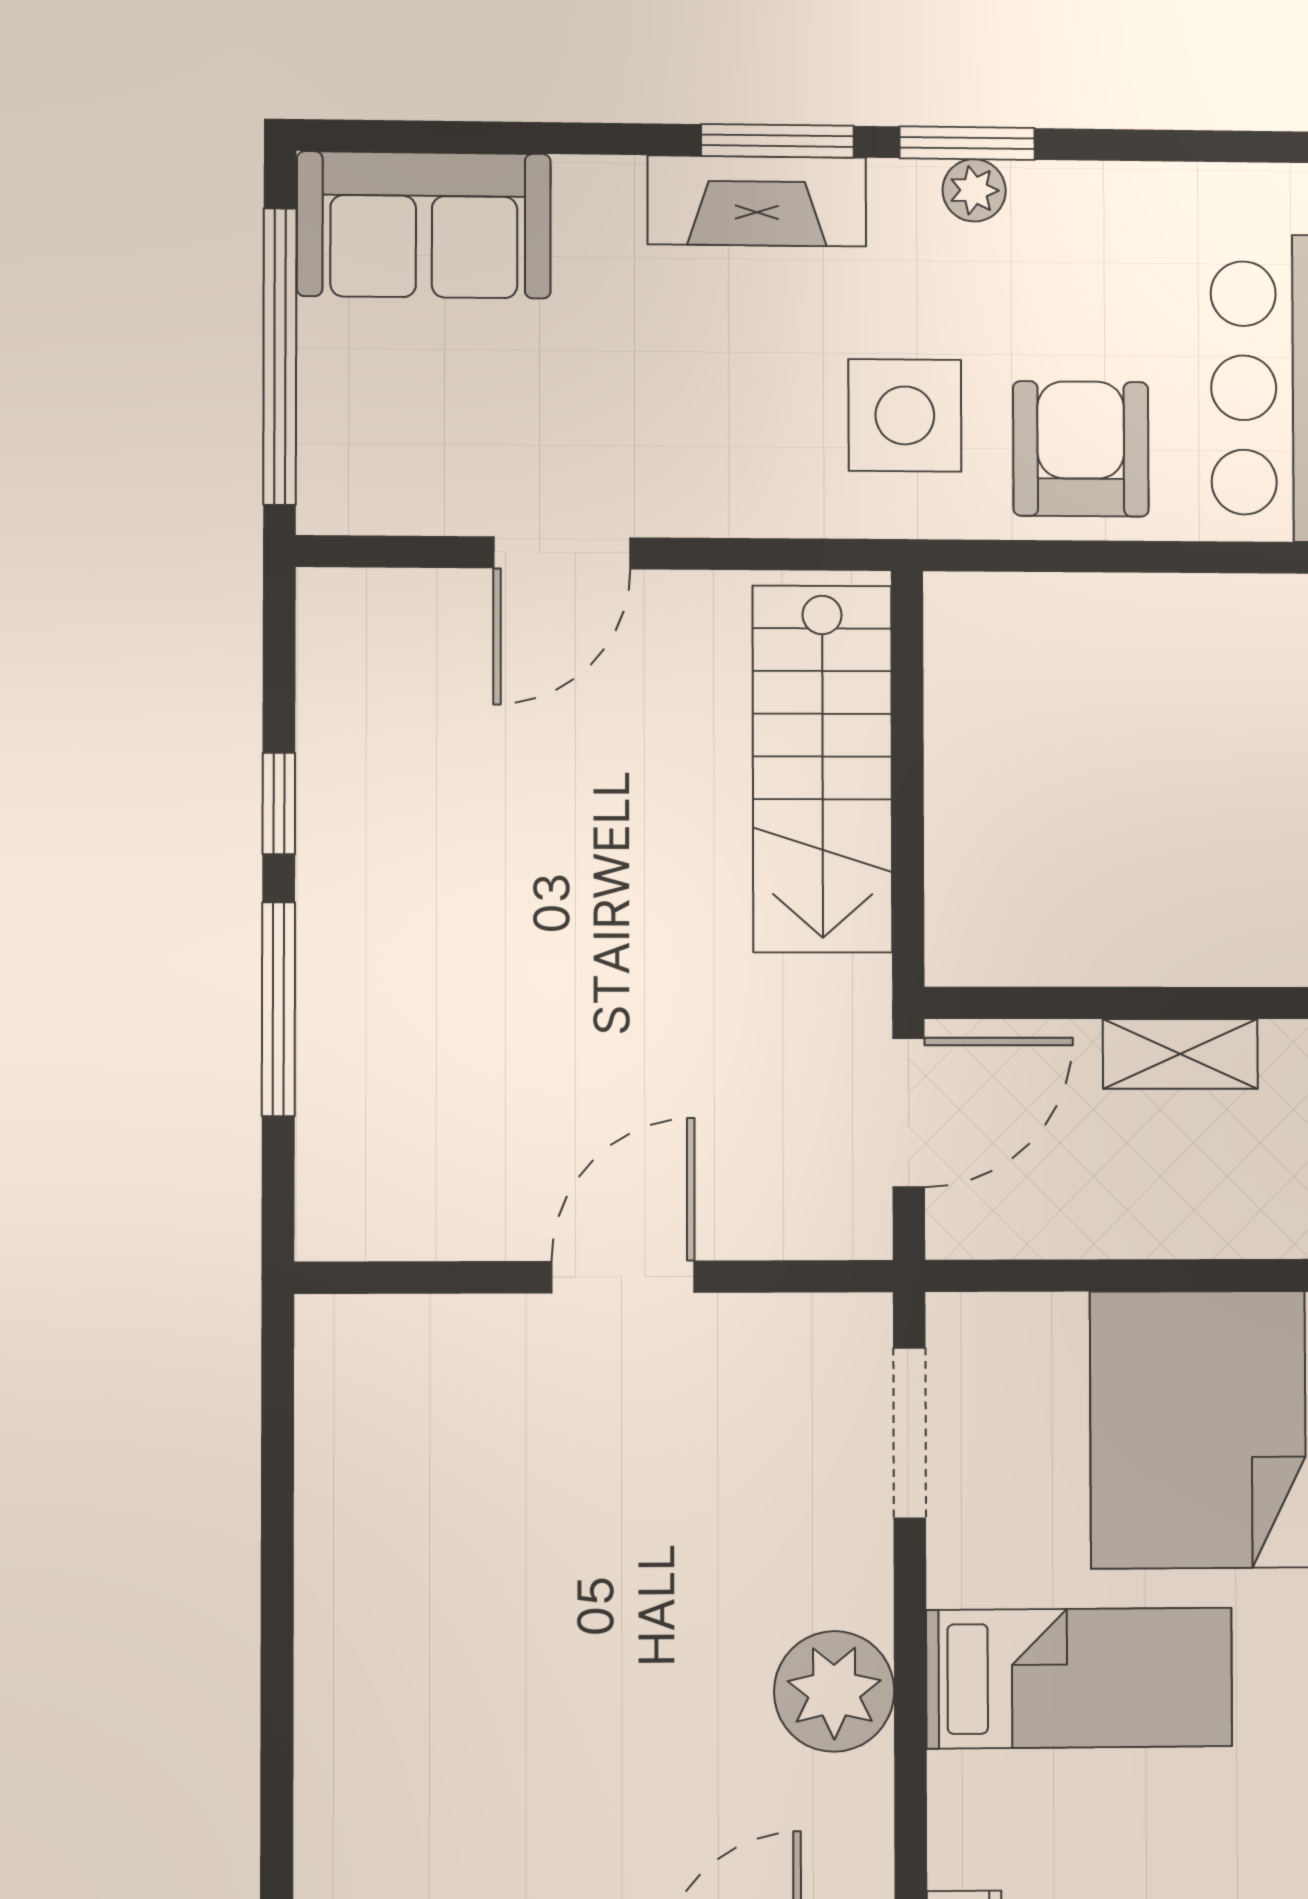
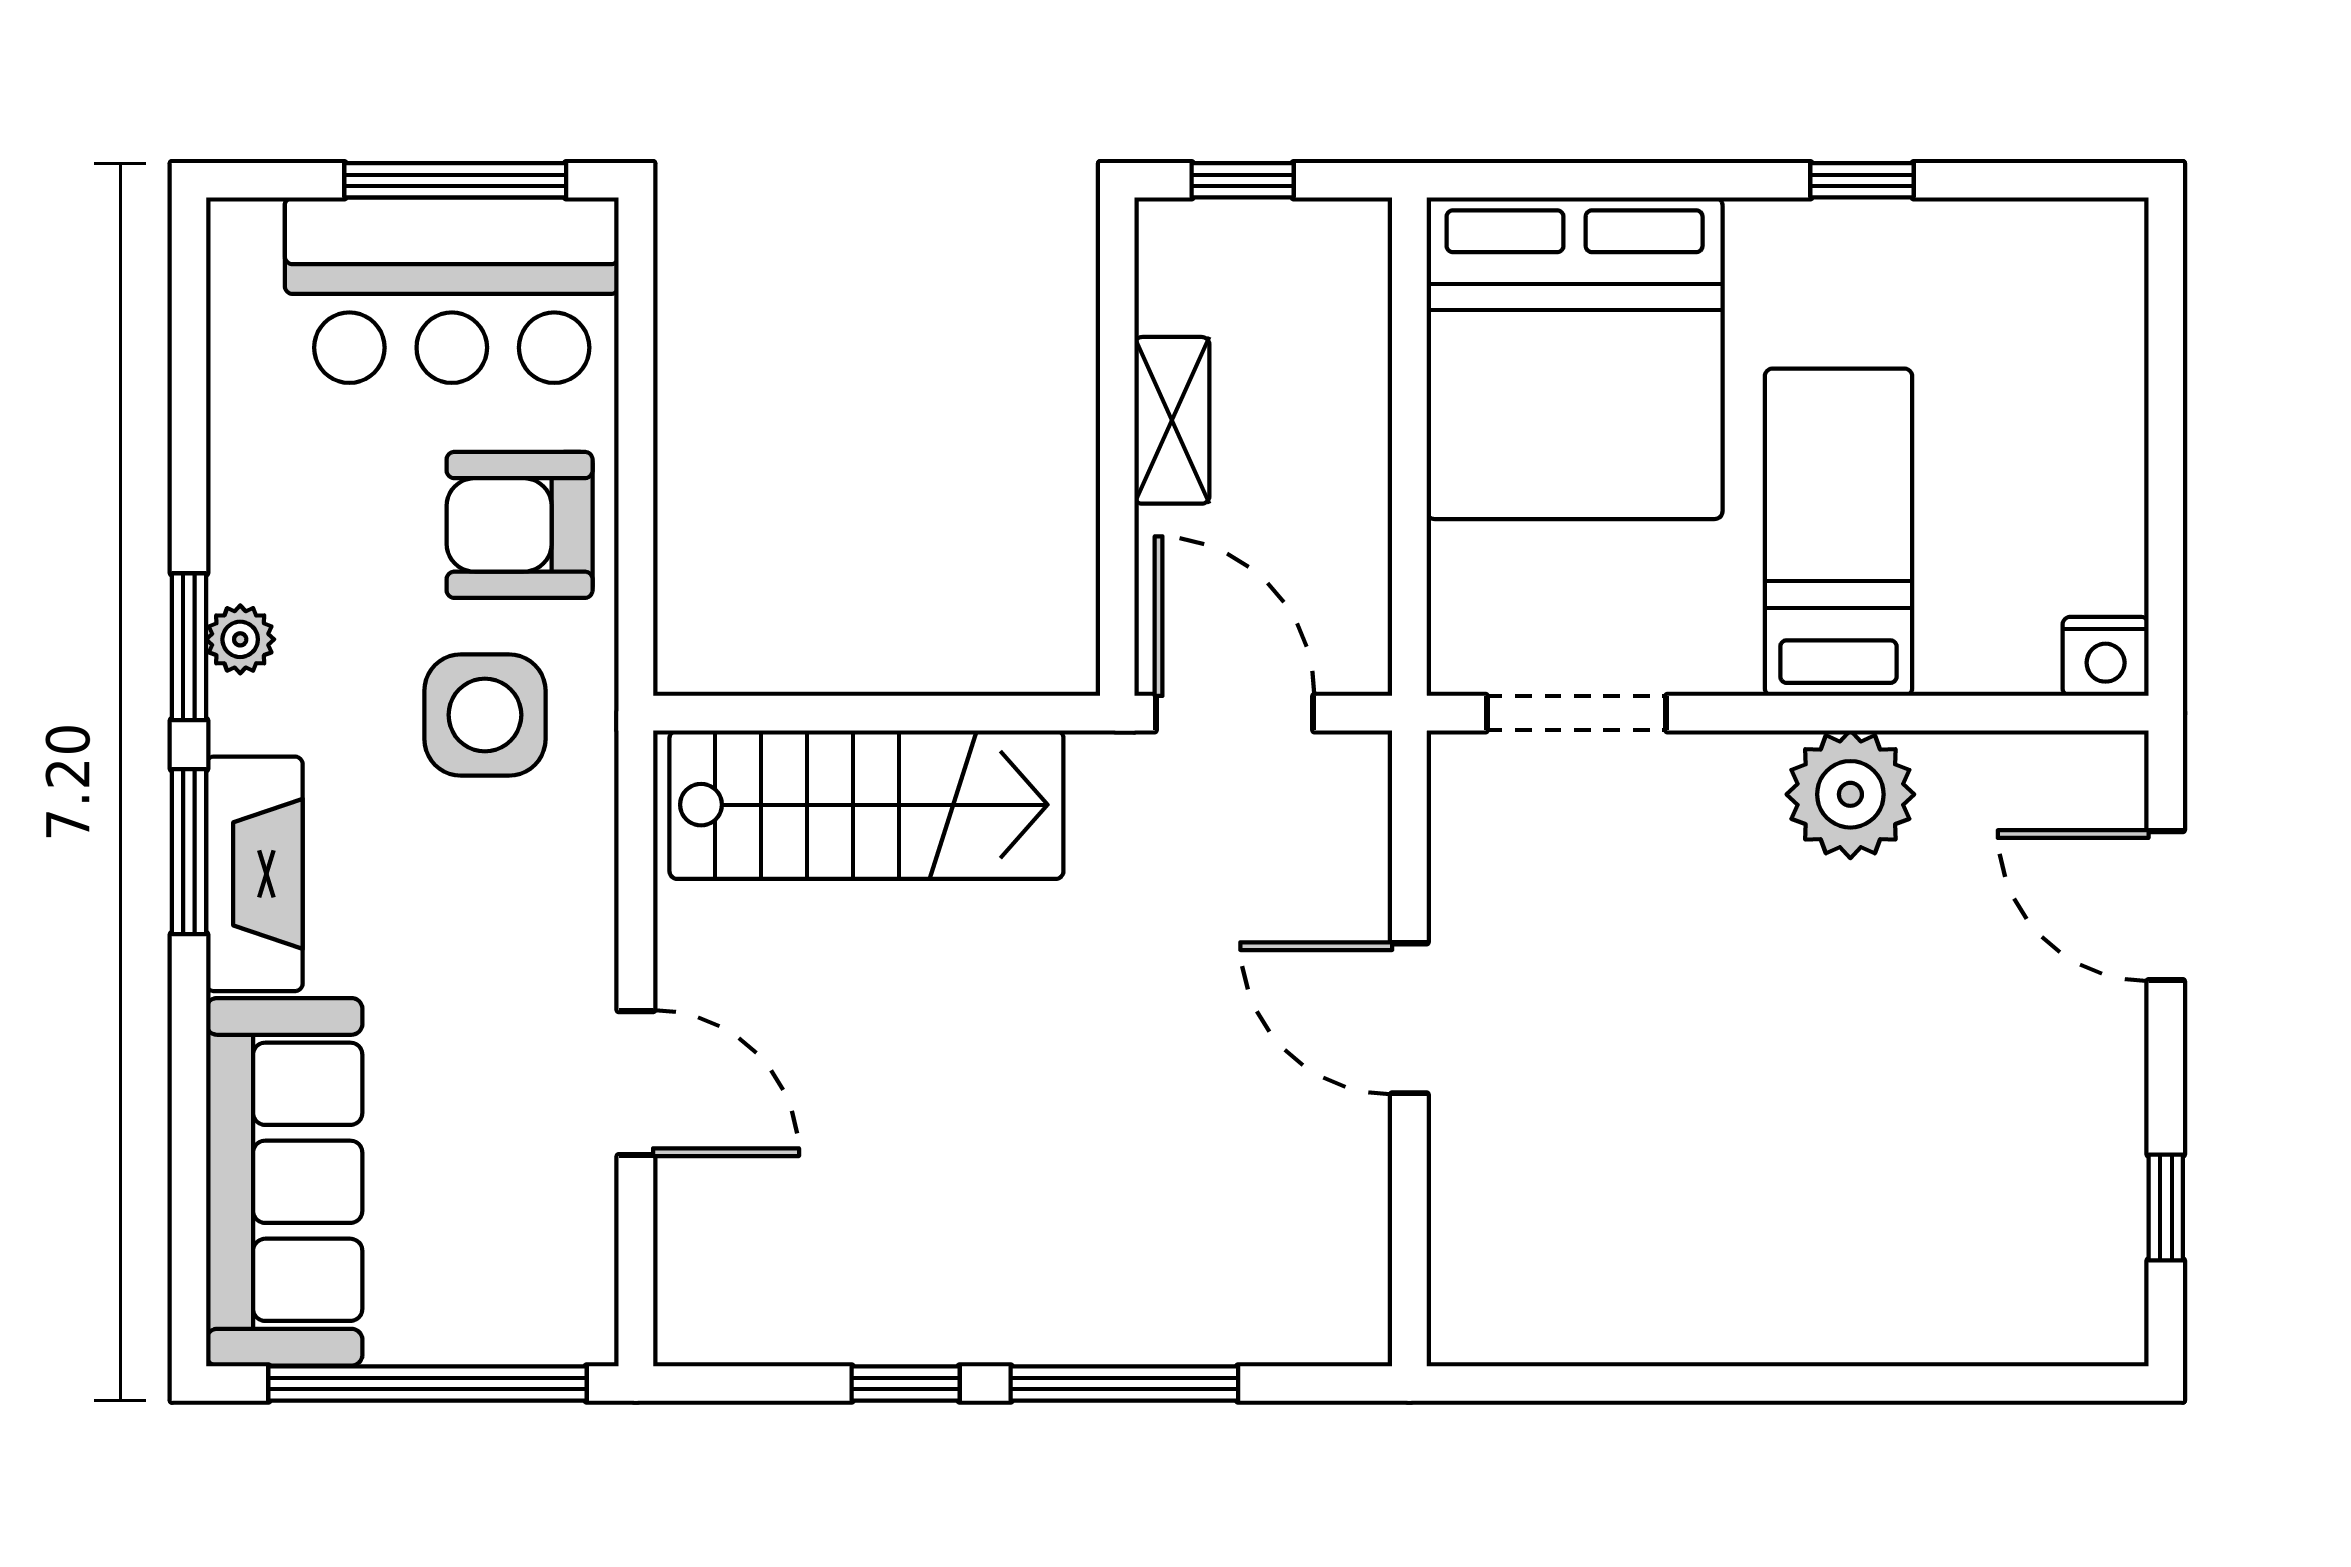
sofa: (424, 225) -> (284, 1182), width x1.36

